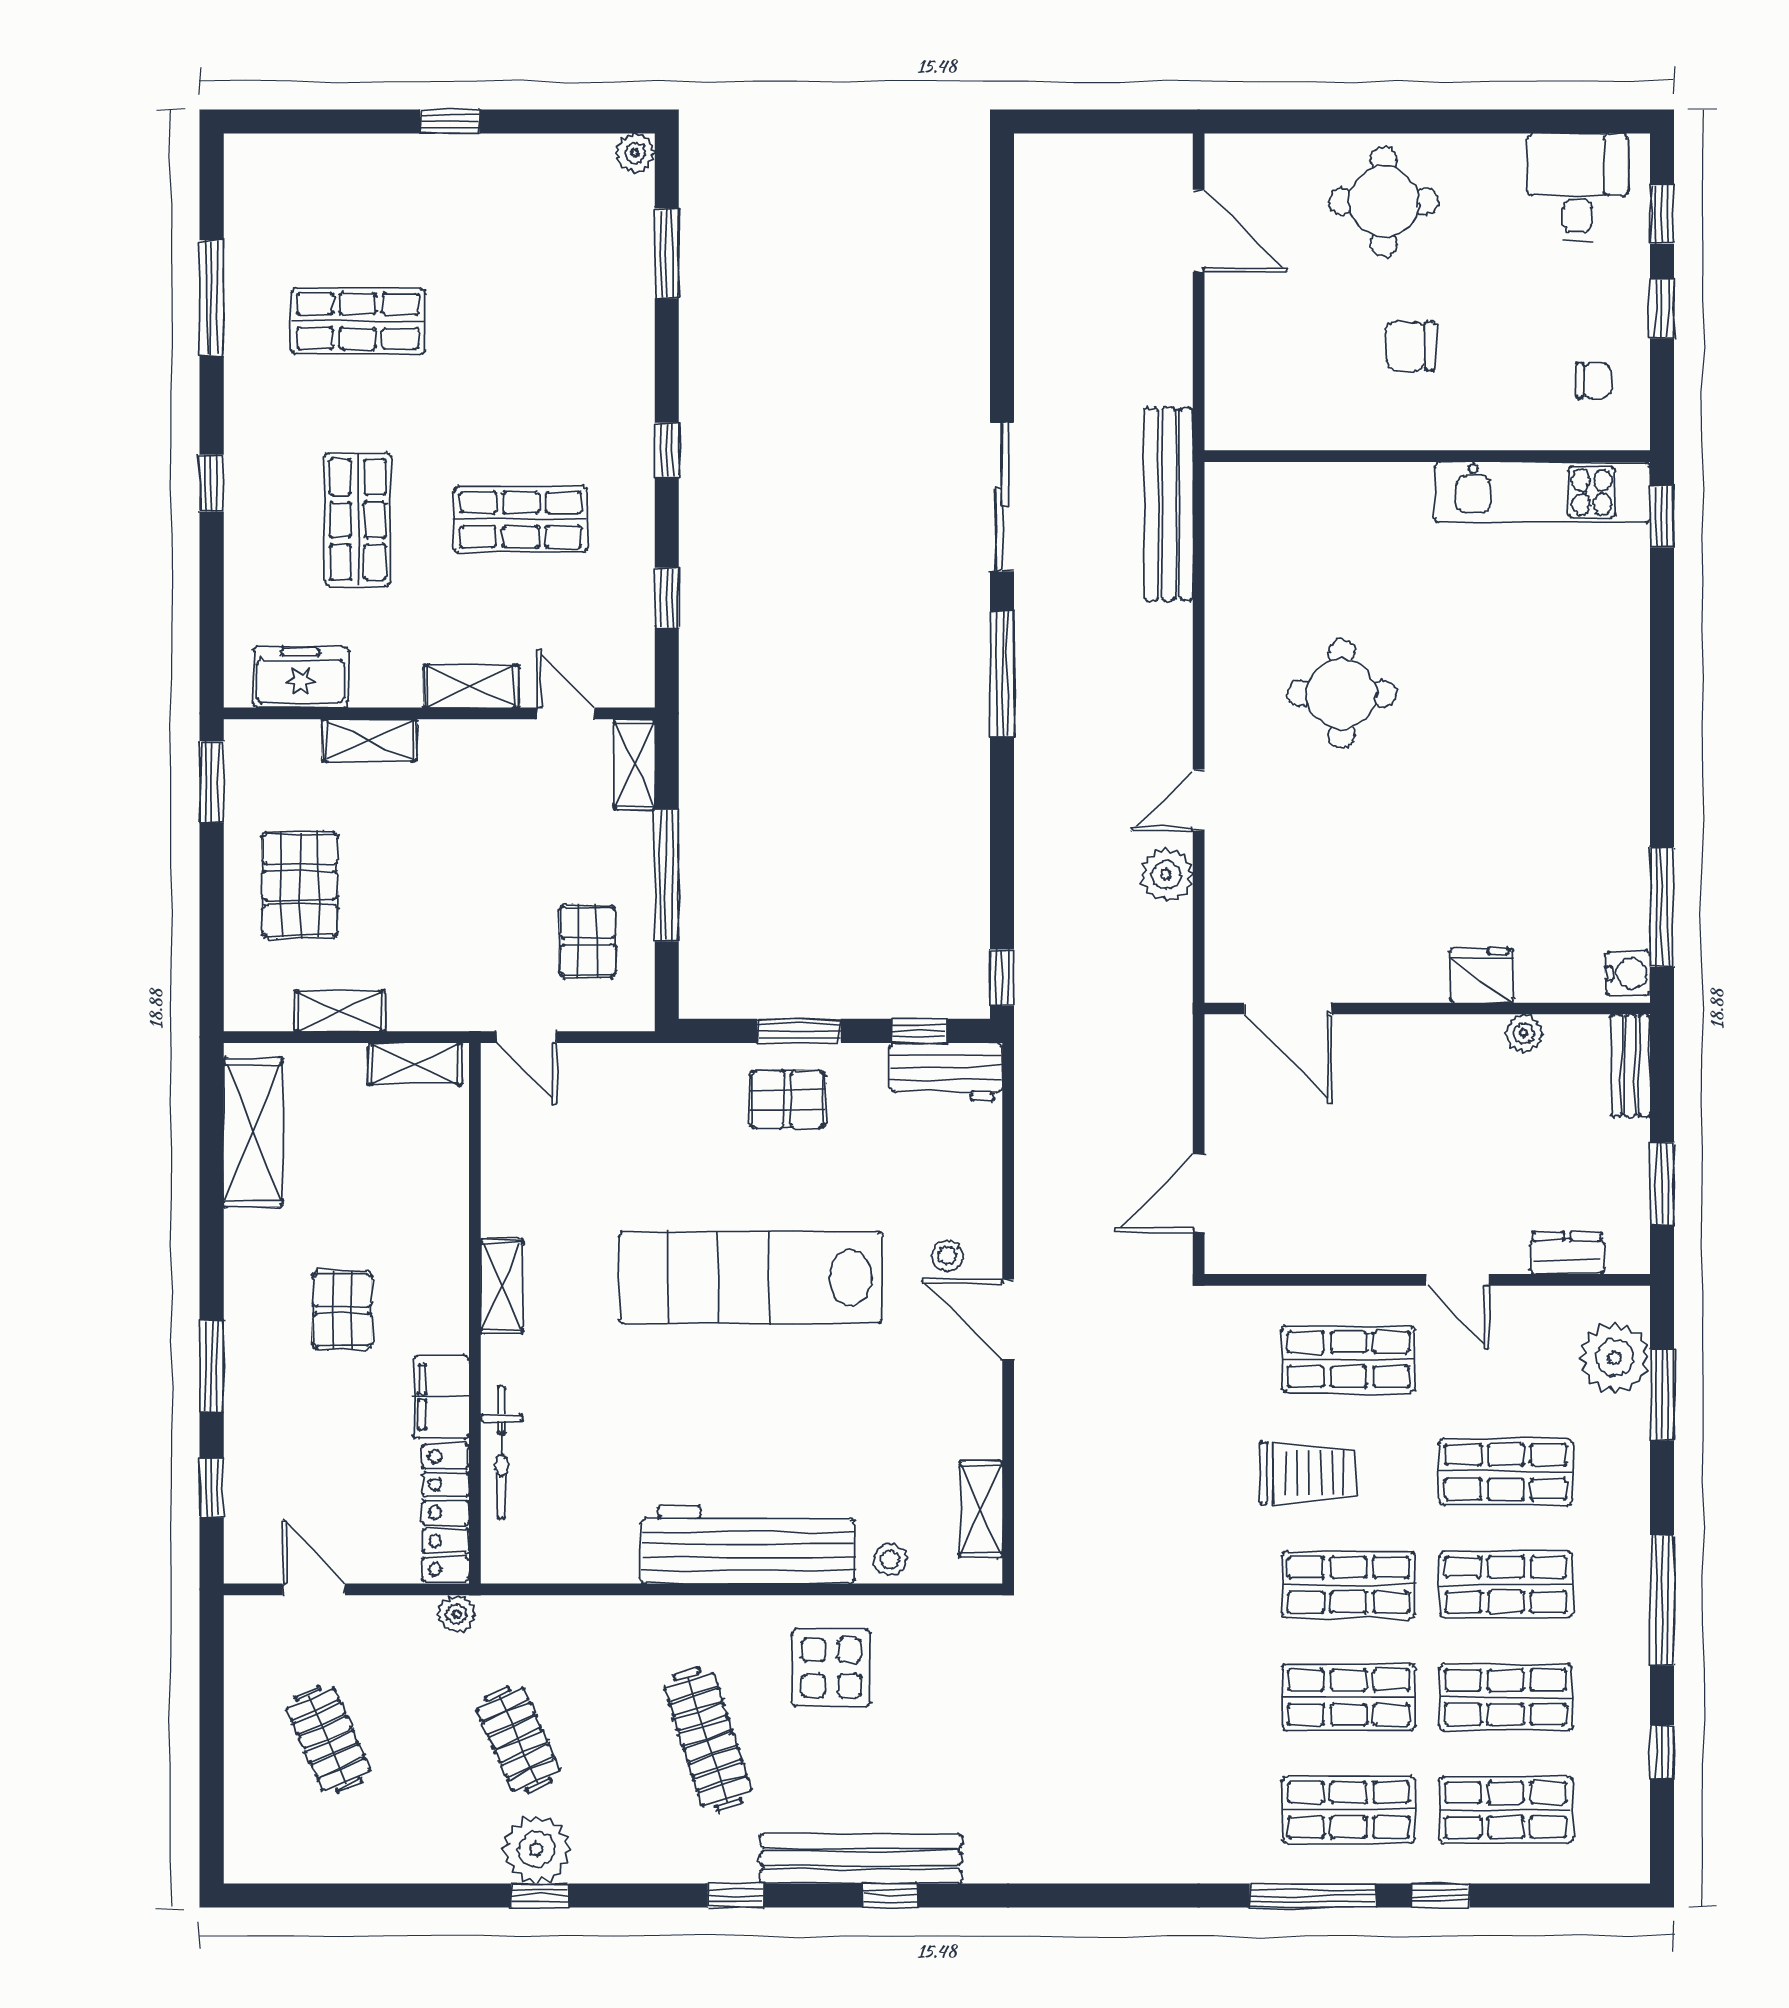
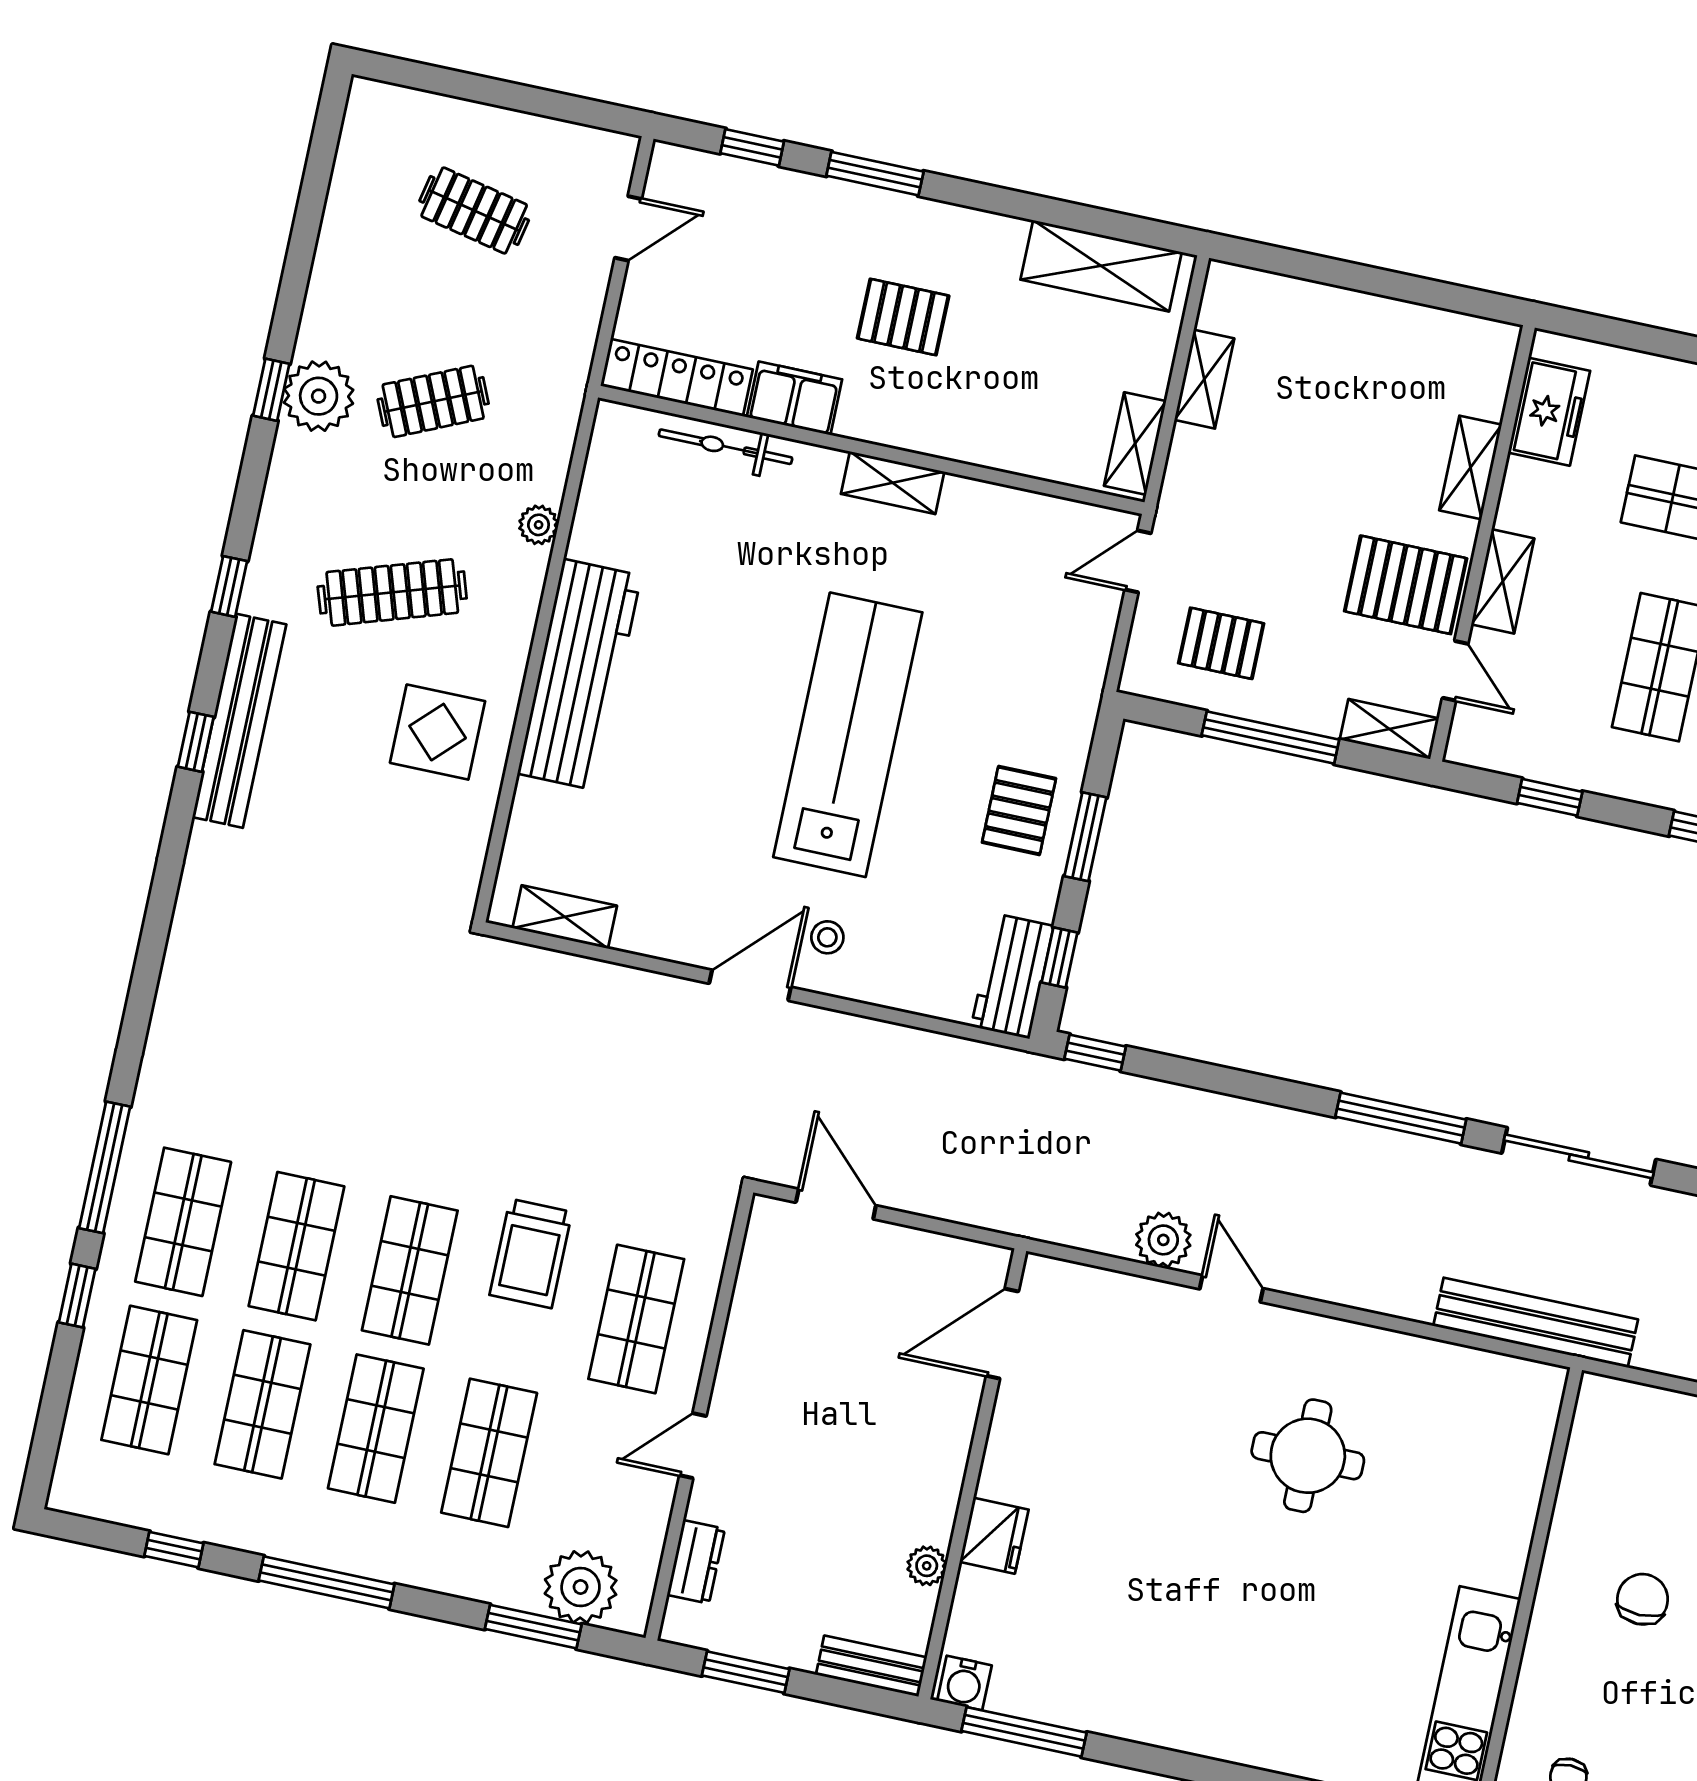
door: (566, 713) -> (1455, 671), hinge flipped
window: (212, 782) -> (1463, 300), removed
pallet: (300, 885) -> (1406, 585), moved
stool: (890, 1560) -> (534, 814), removed
plant: (457, 1614) -> (539, 525), moved
clothes rail: (328, 1739) -> (474, 210), turned 36

